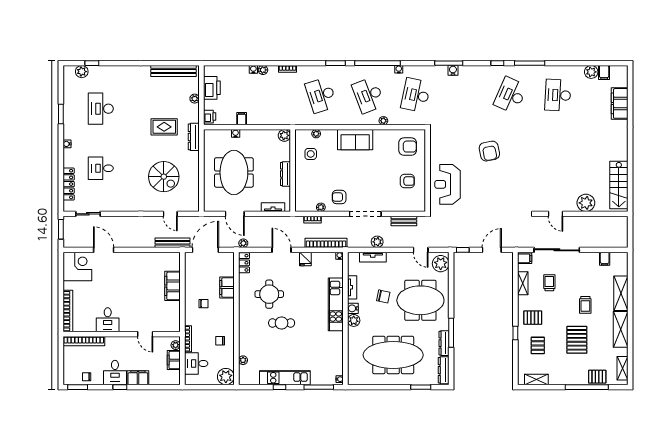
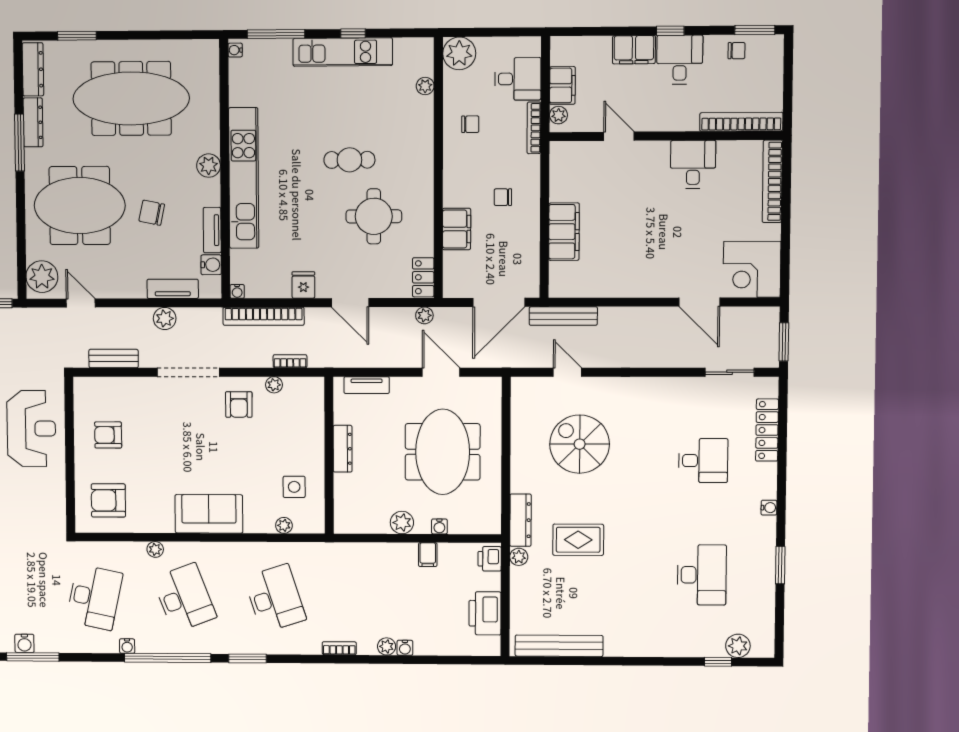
plant: (195, 99) -> (519, 557), moved
plant: (284, 135) -> (402, 523), moved
armchair: (339, 197) -> (239, 404), turned 90
kitchen unit: (336, 304) -> (244, 178), width x1.36
water cooler: (353, 308) -> (211, 265), moved

